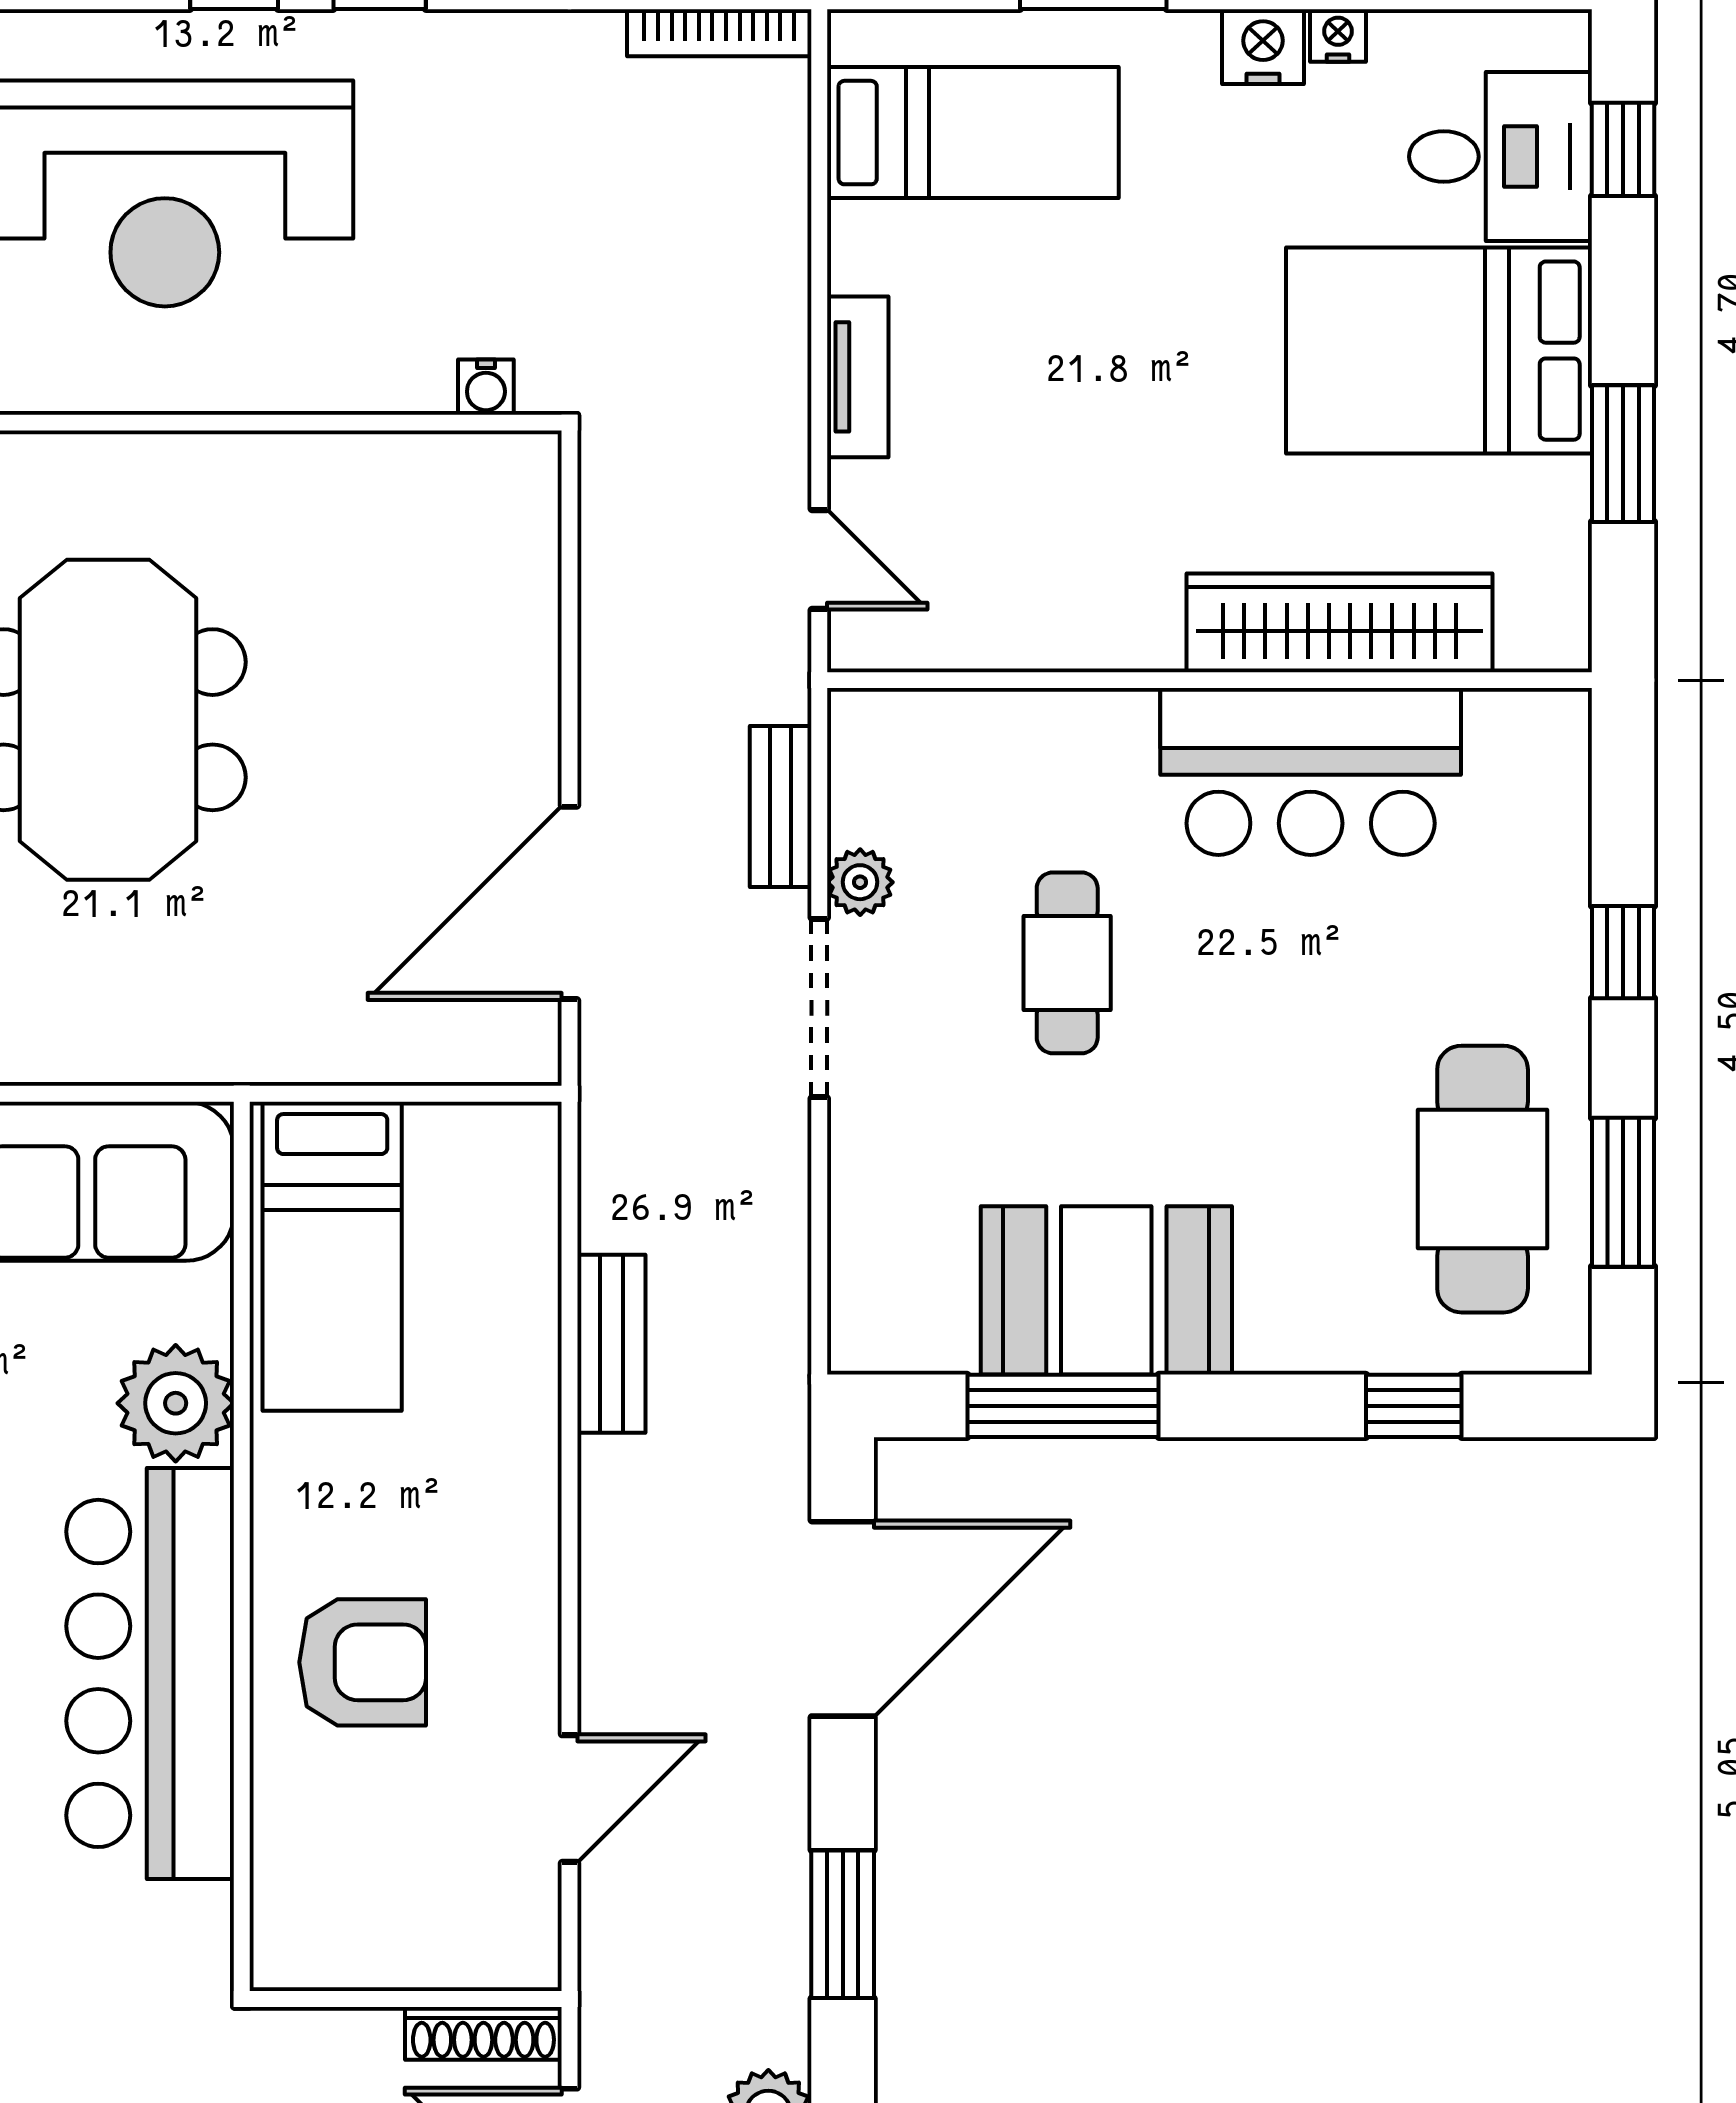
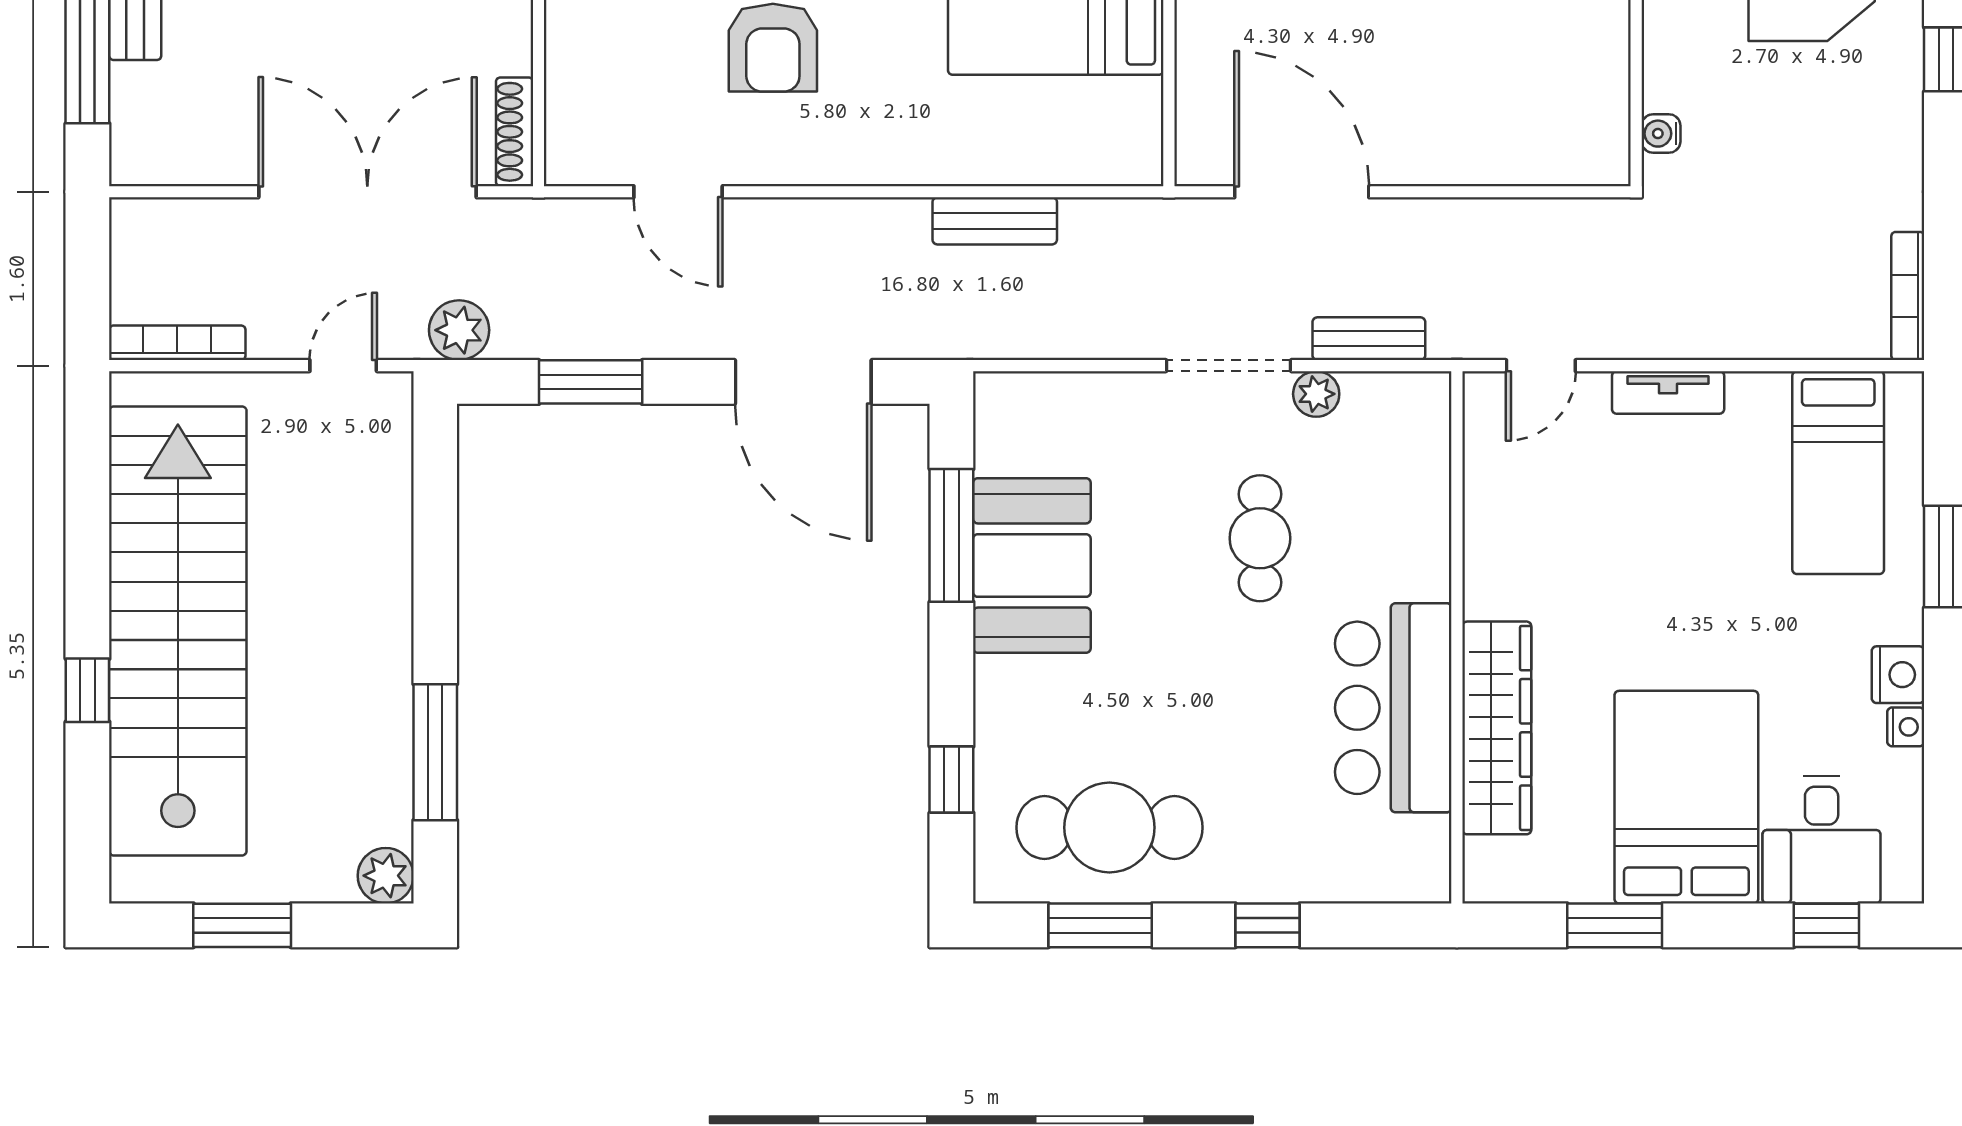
cafe table: (1067, 963) -> (1260, 538), turned 90

